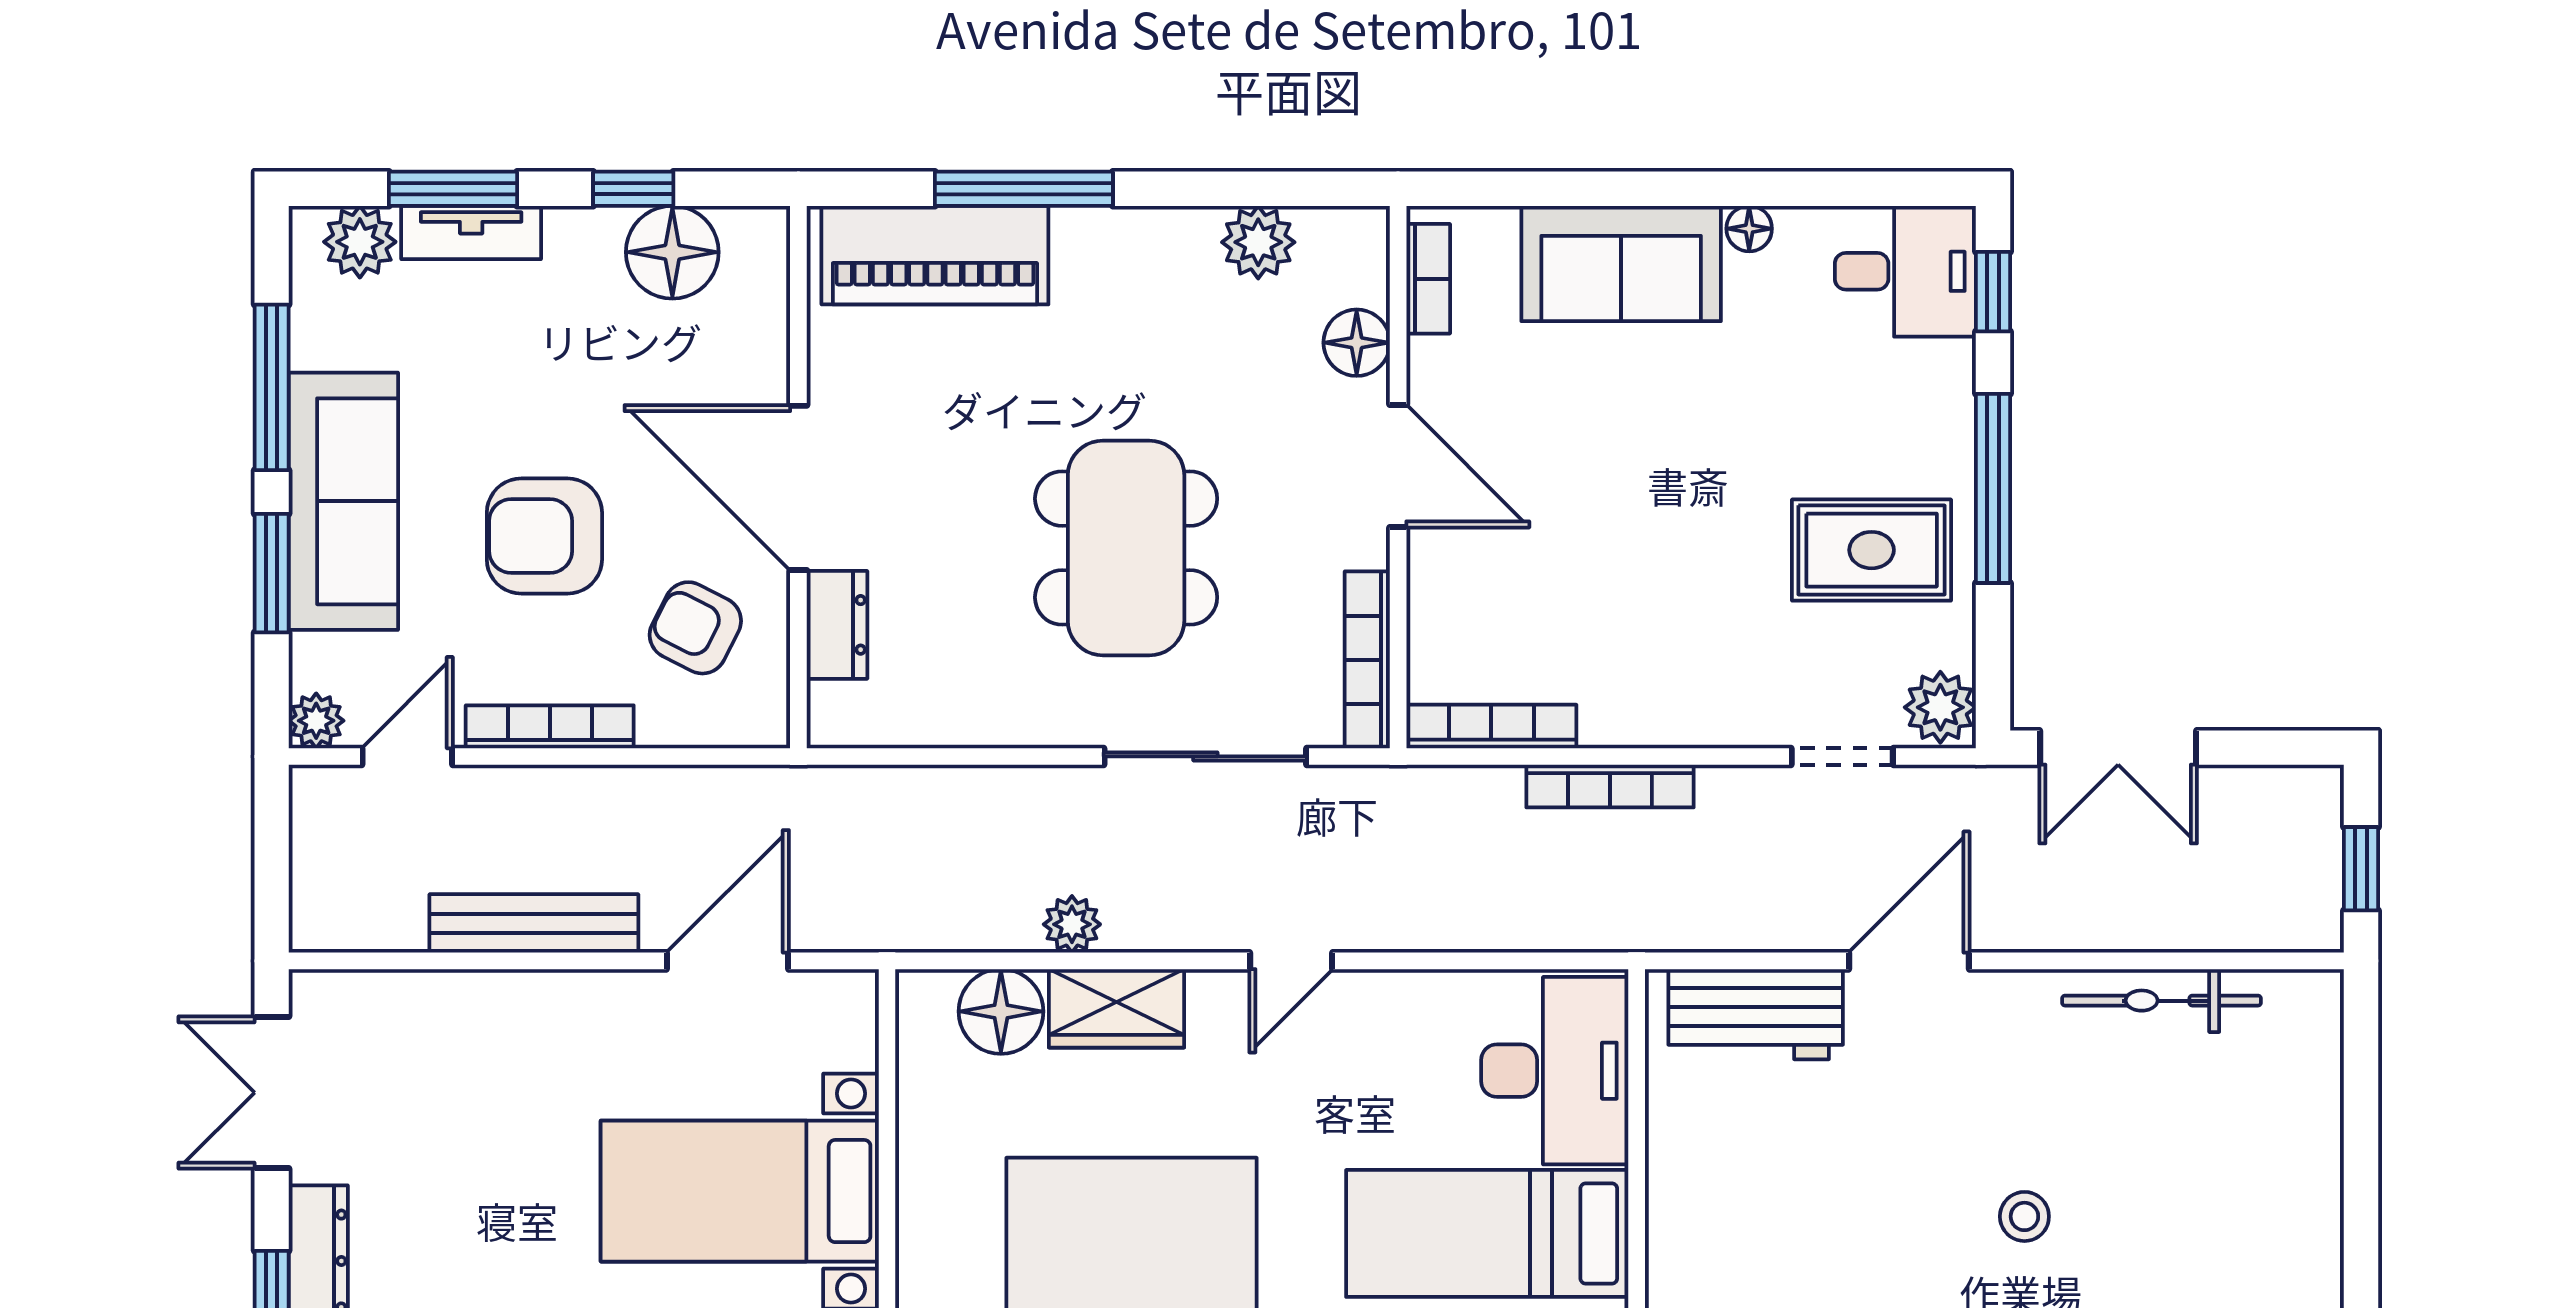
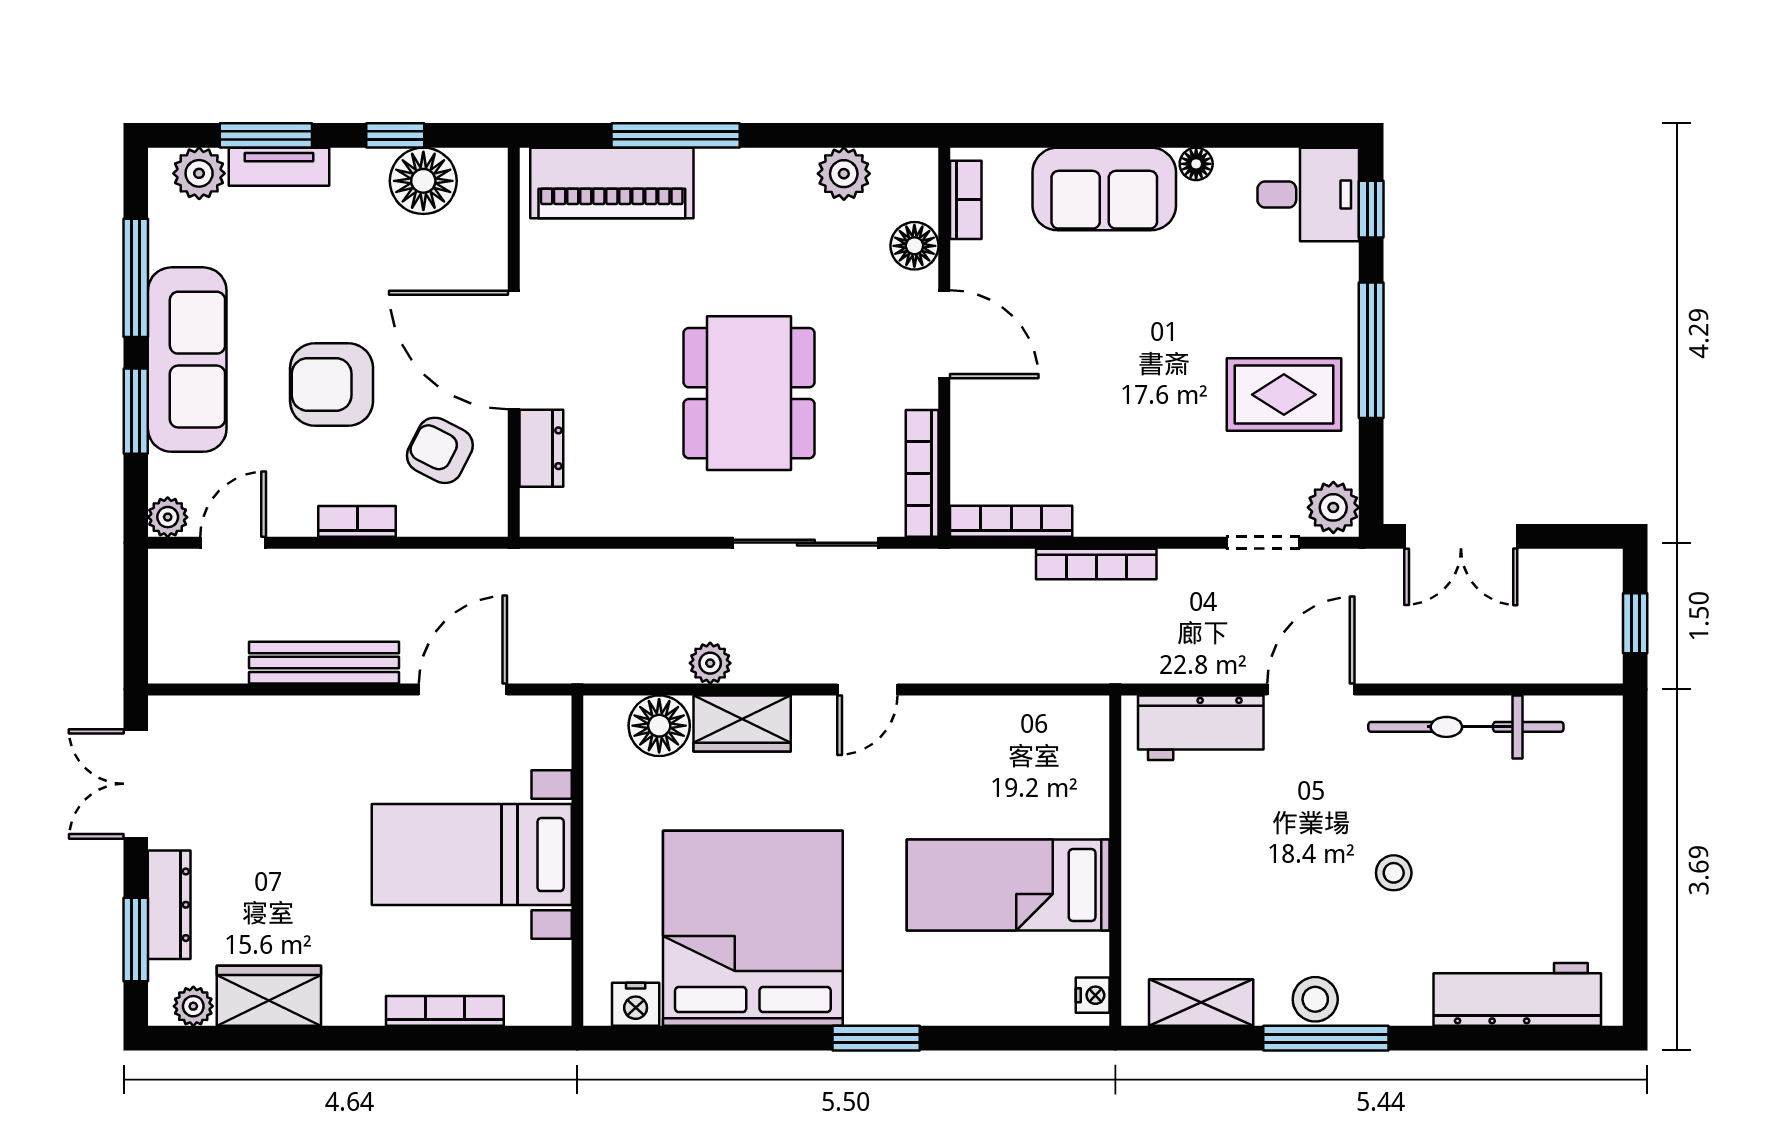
bookcase: (550, 727) -> (357, 521), width x0.64
bicycle: (2161, 1001) -> (1466, 727), width x1.37, depth x1.40
desk: (1555, 1071) -> (1057, 768), removed

